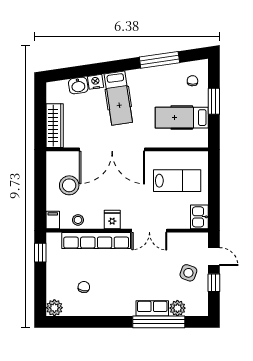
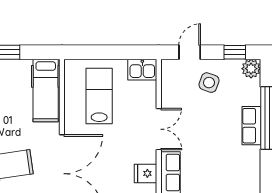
hospital bed: (182, 118) -> (46, 91), moved
window: (214, 283) -> (235, 52), moved
plant: (177, 308) -> (251, 69), moved

